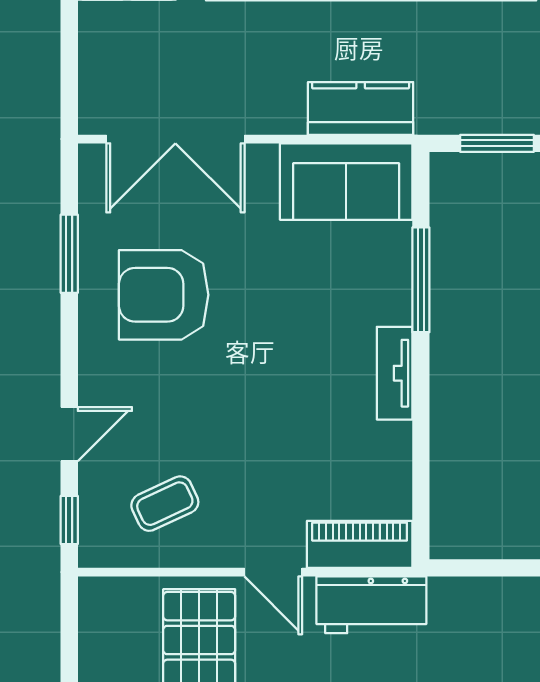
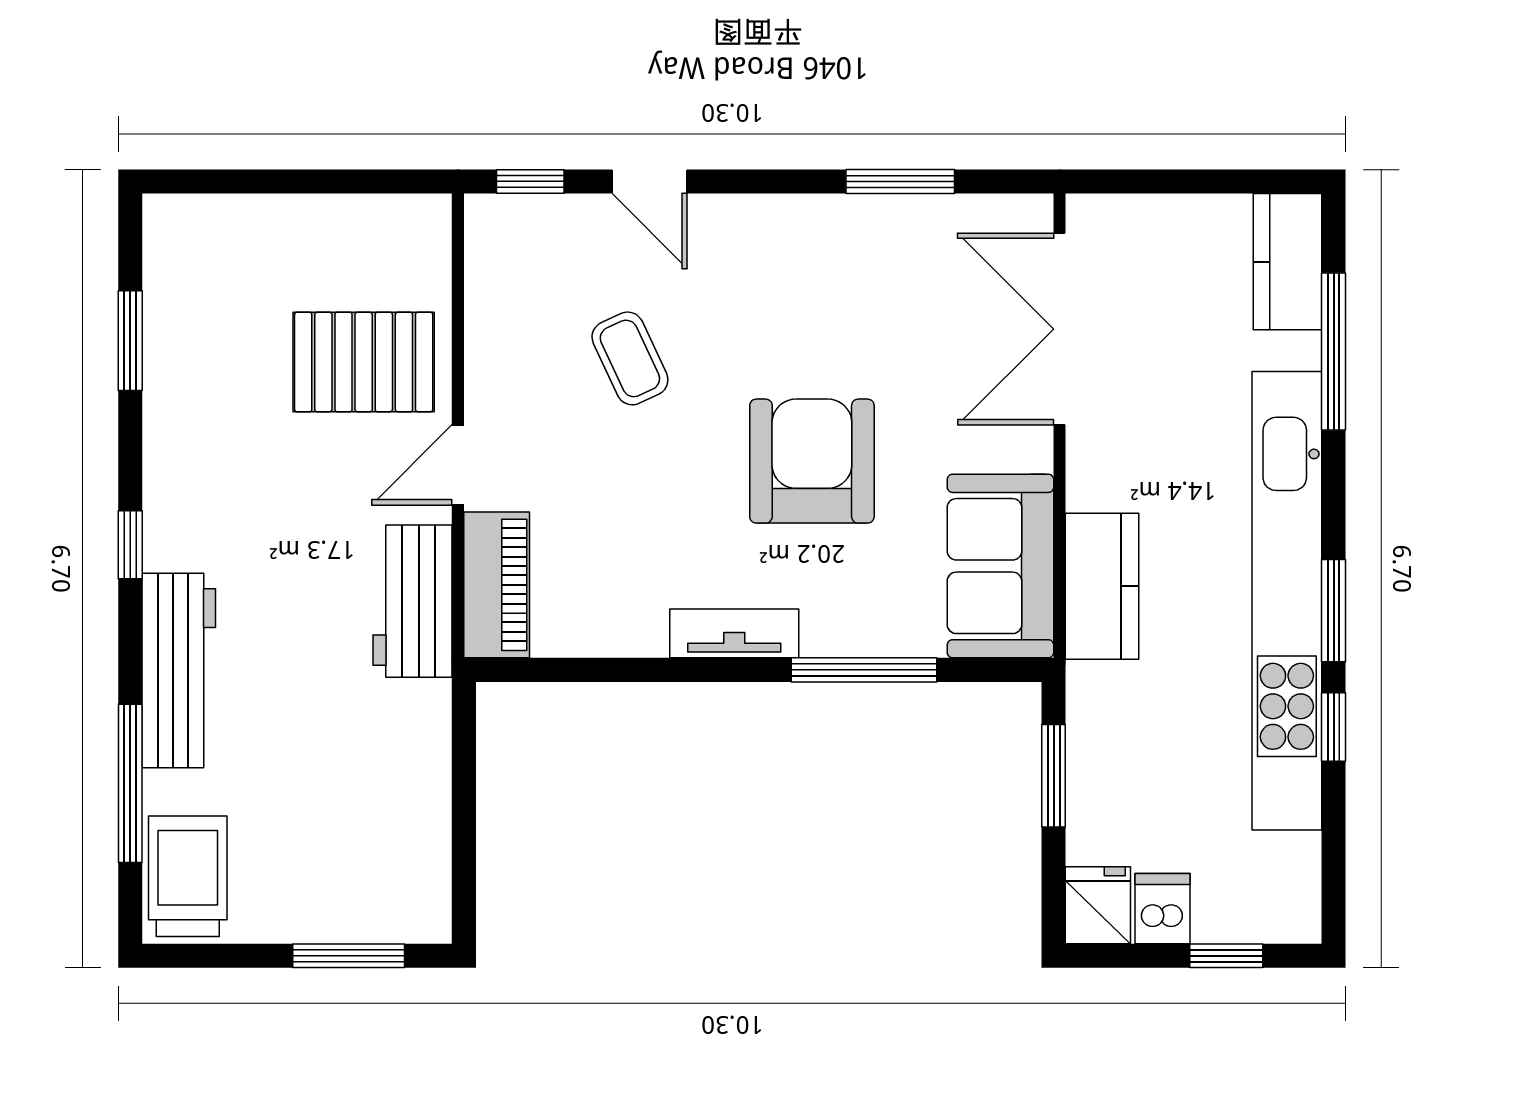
armchair: (164, 295) -> (812, 461), moved
coffee table: (165, 504) -> (630, 358), moved

